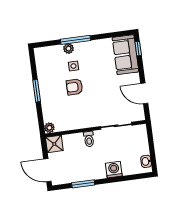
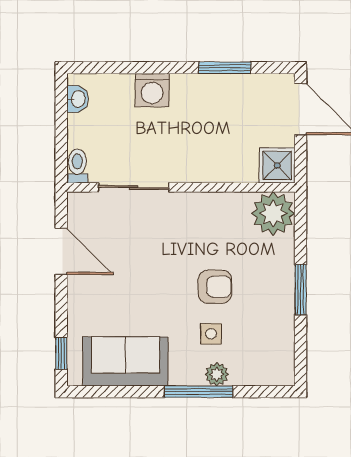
sofa: (125, 55) -> (125, 361), moved, turned -90
plant: (49, 128) -> (273, 213), width x1.88, depth x1.88
toilet: (89, 139) -> (77, 166), moved

